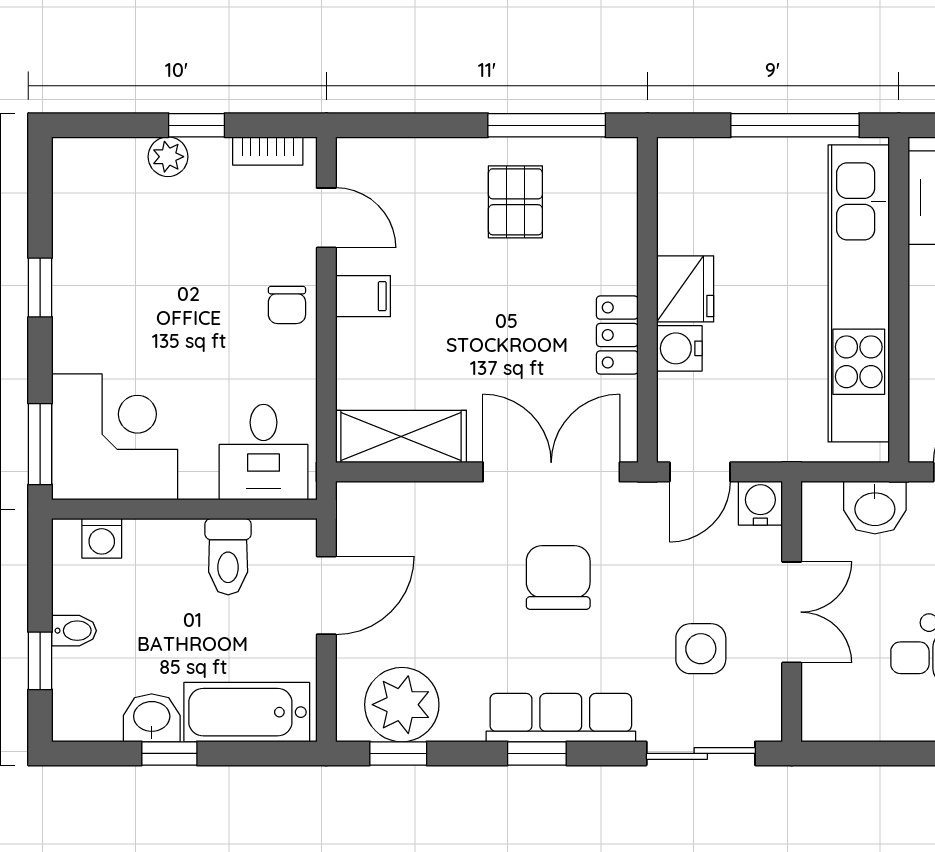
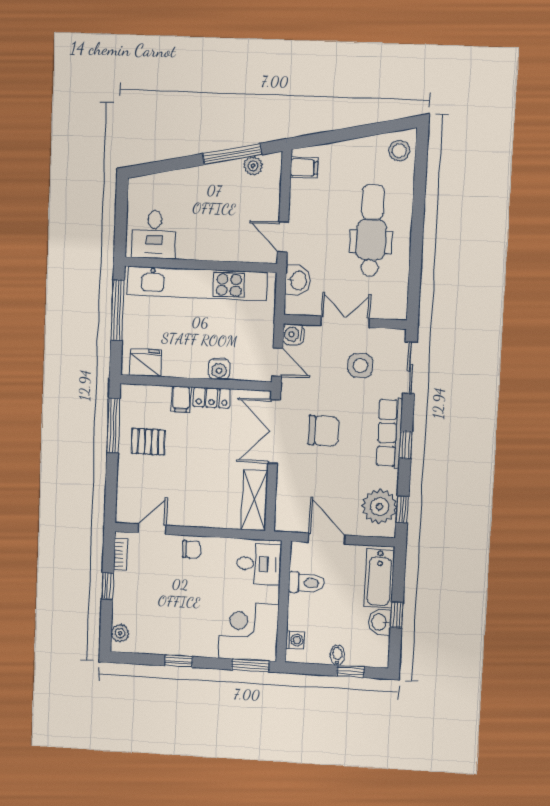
plant: (168, 157) -> (120, 633), moved
fridge: (685, 289) -> (145, 363), moved
filing cabinet: (363, 296) -> (181, 399), moved, turned 180
chair: (558, 578) -> (324, 431), turned 180

